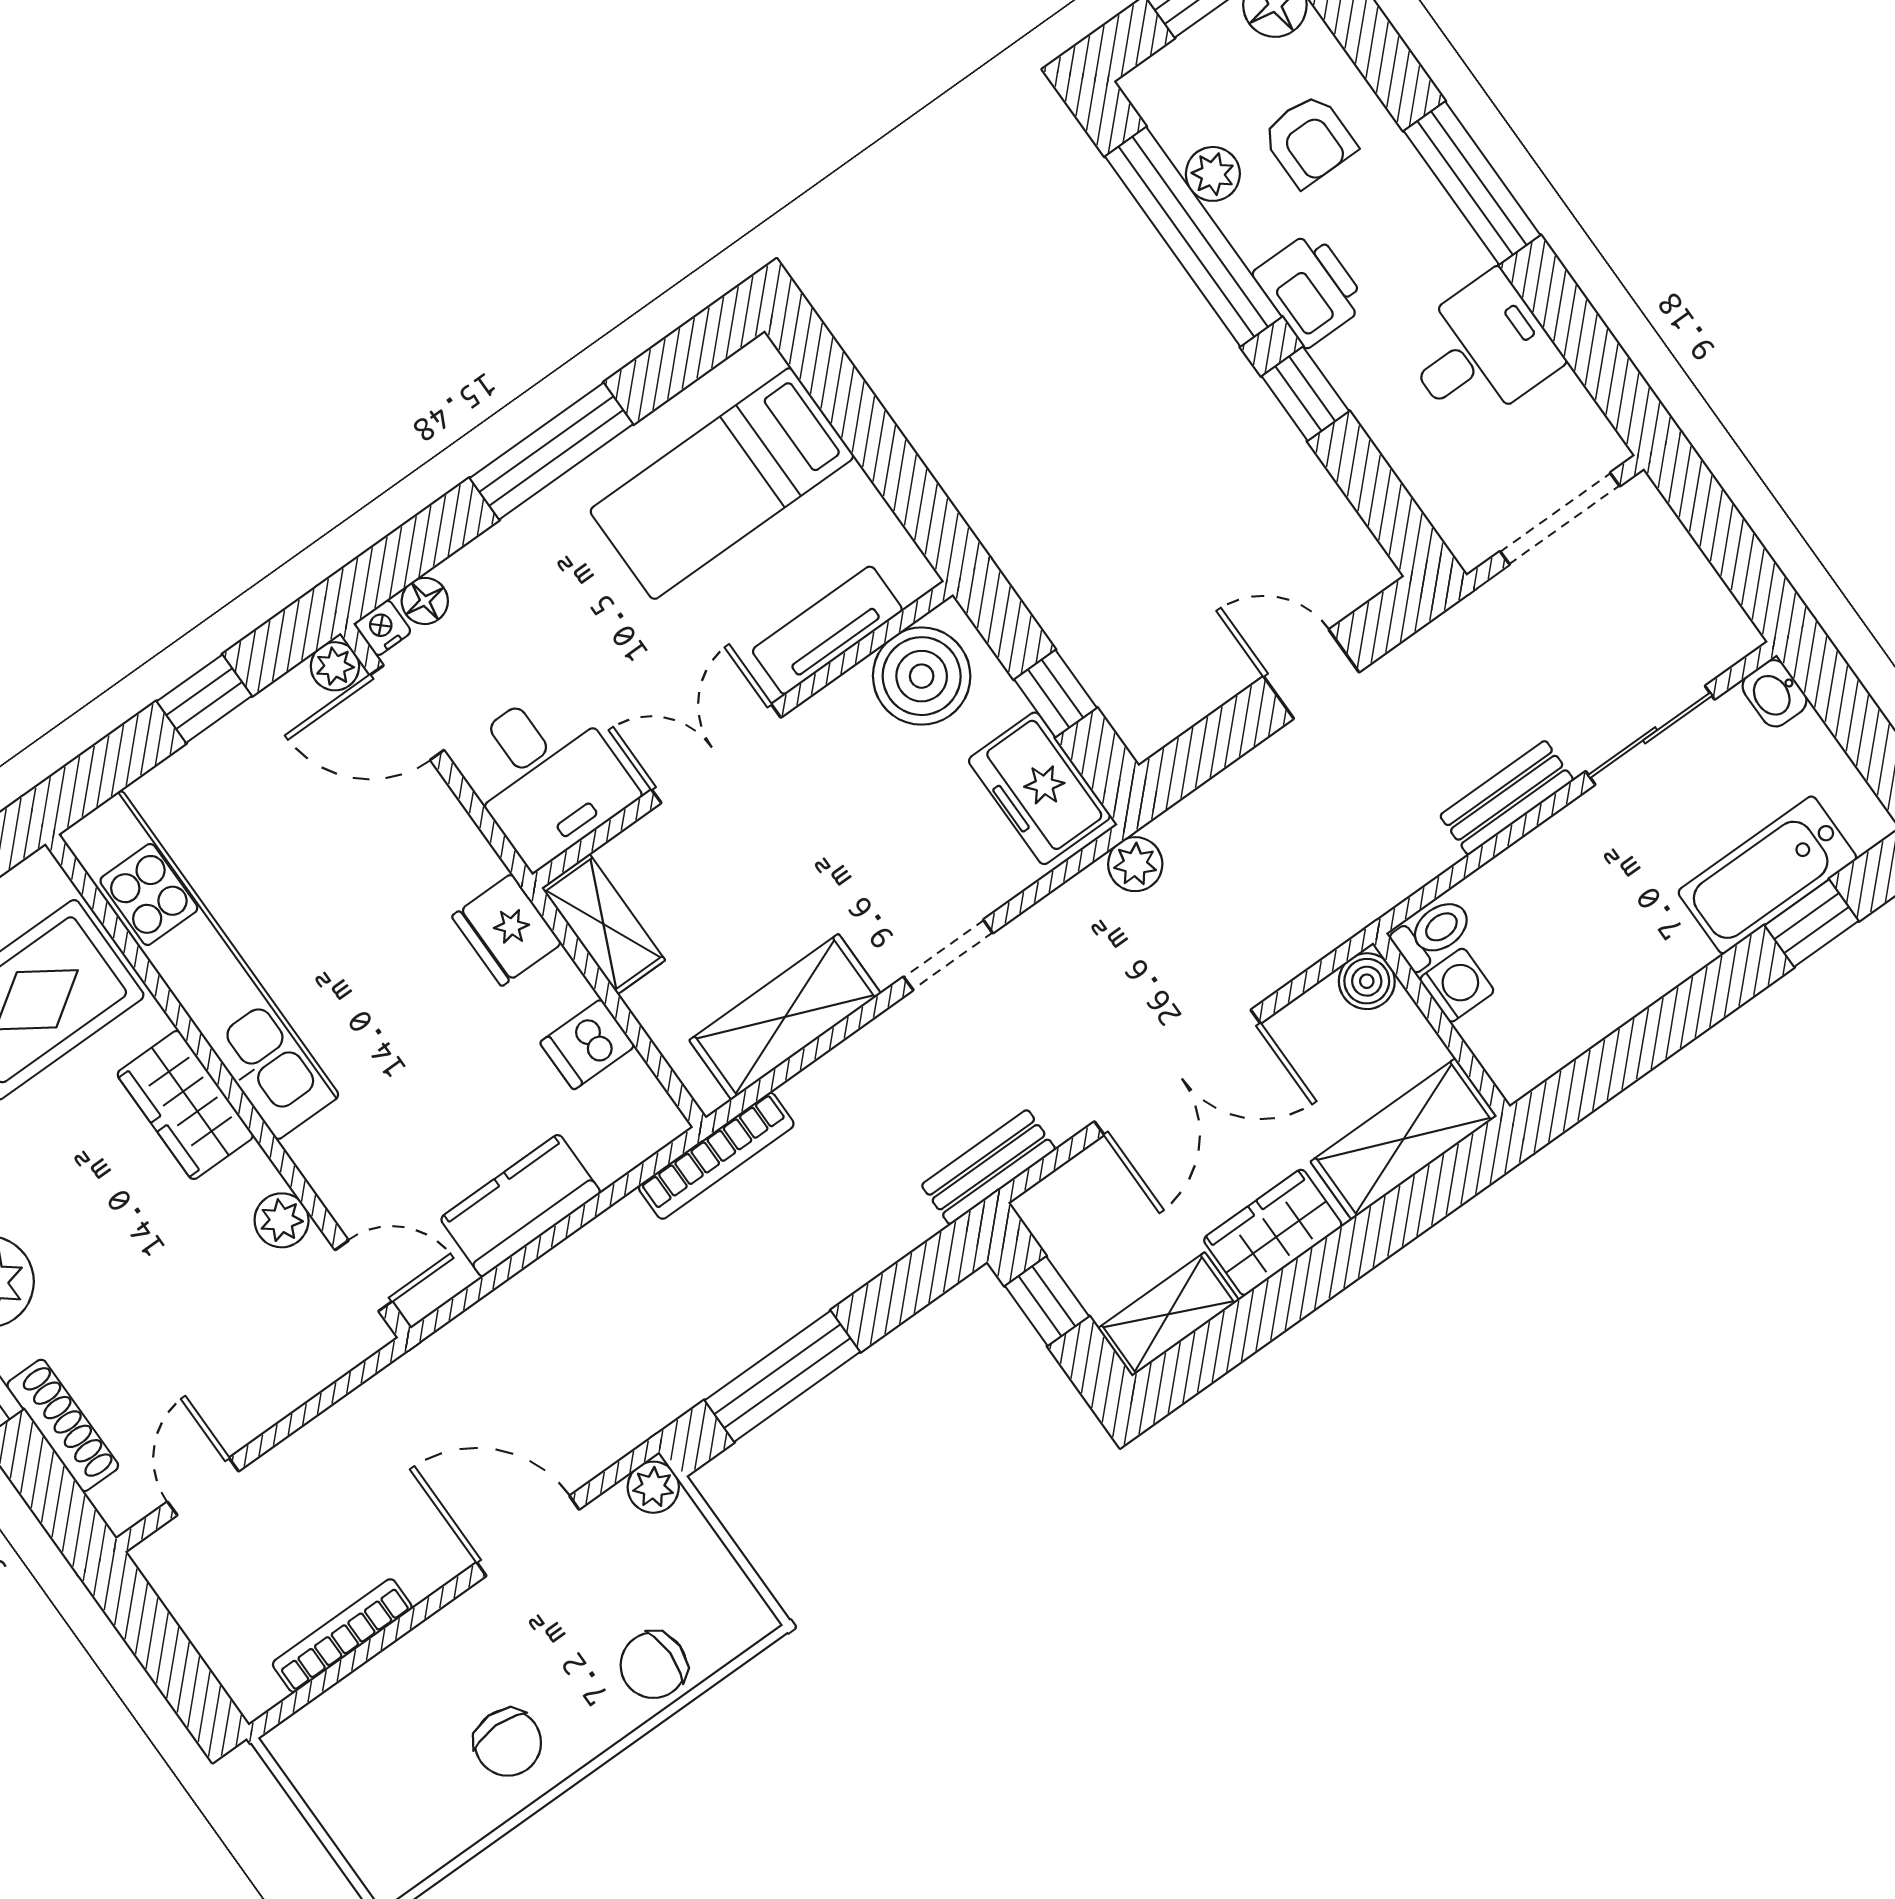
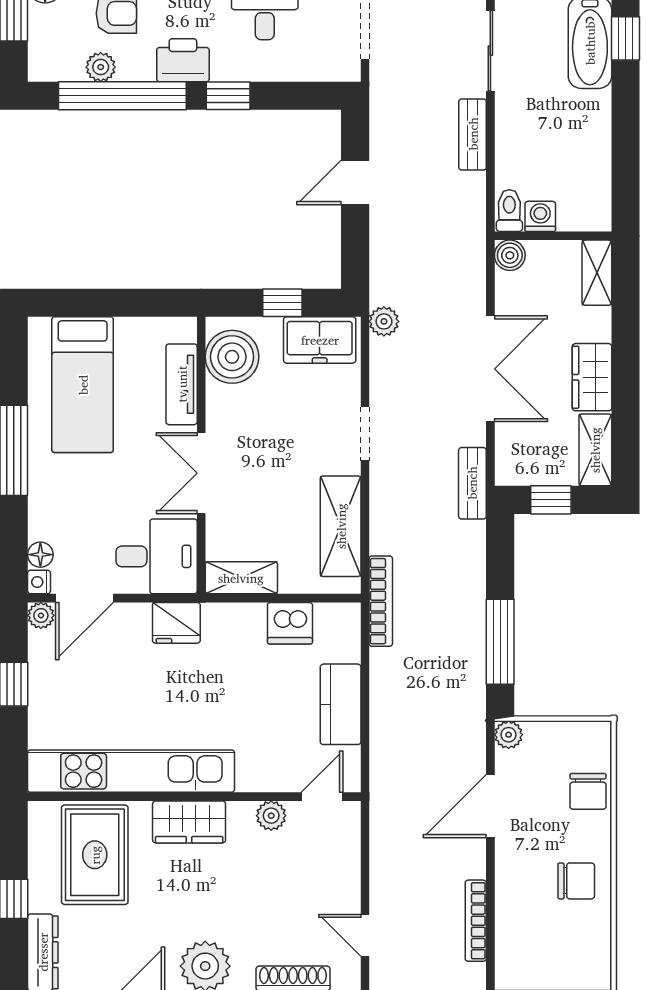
fridge: (507, 930) -> (176, 623), moved
dishwasher: (587, 1044) -> (290, 623), width x1.38
shelving: (1404, 1139) -> (597, 273), width x0.67, depth x0.75

